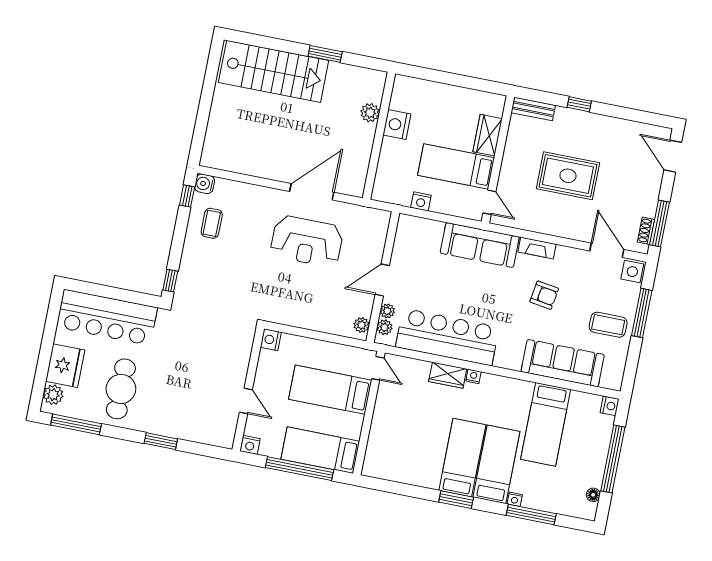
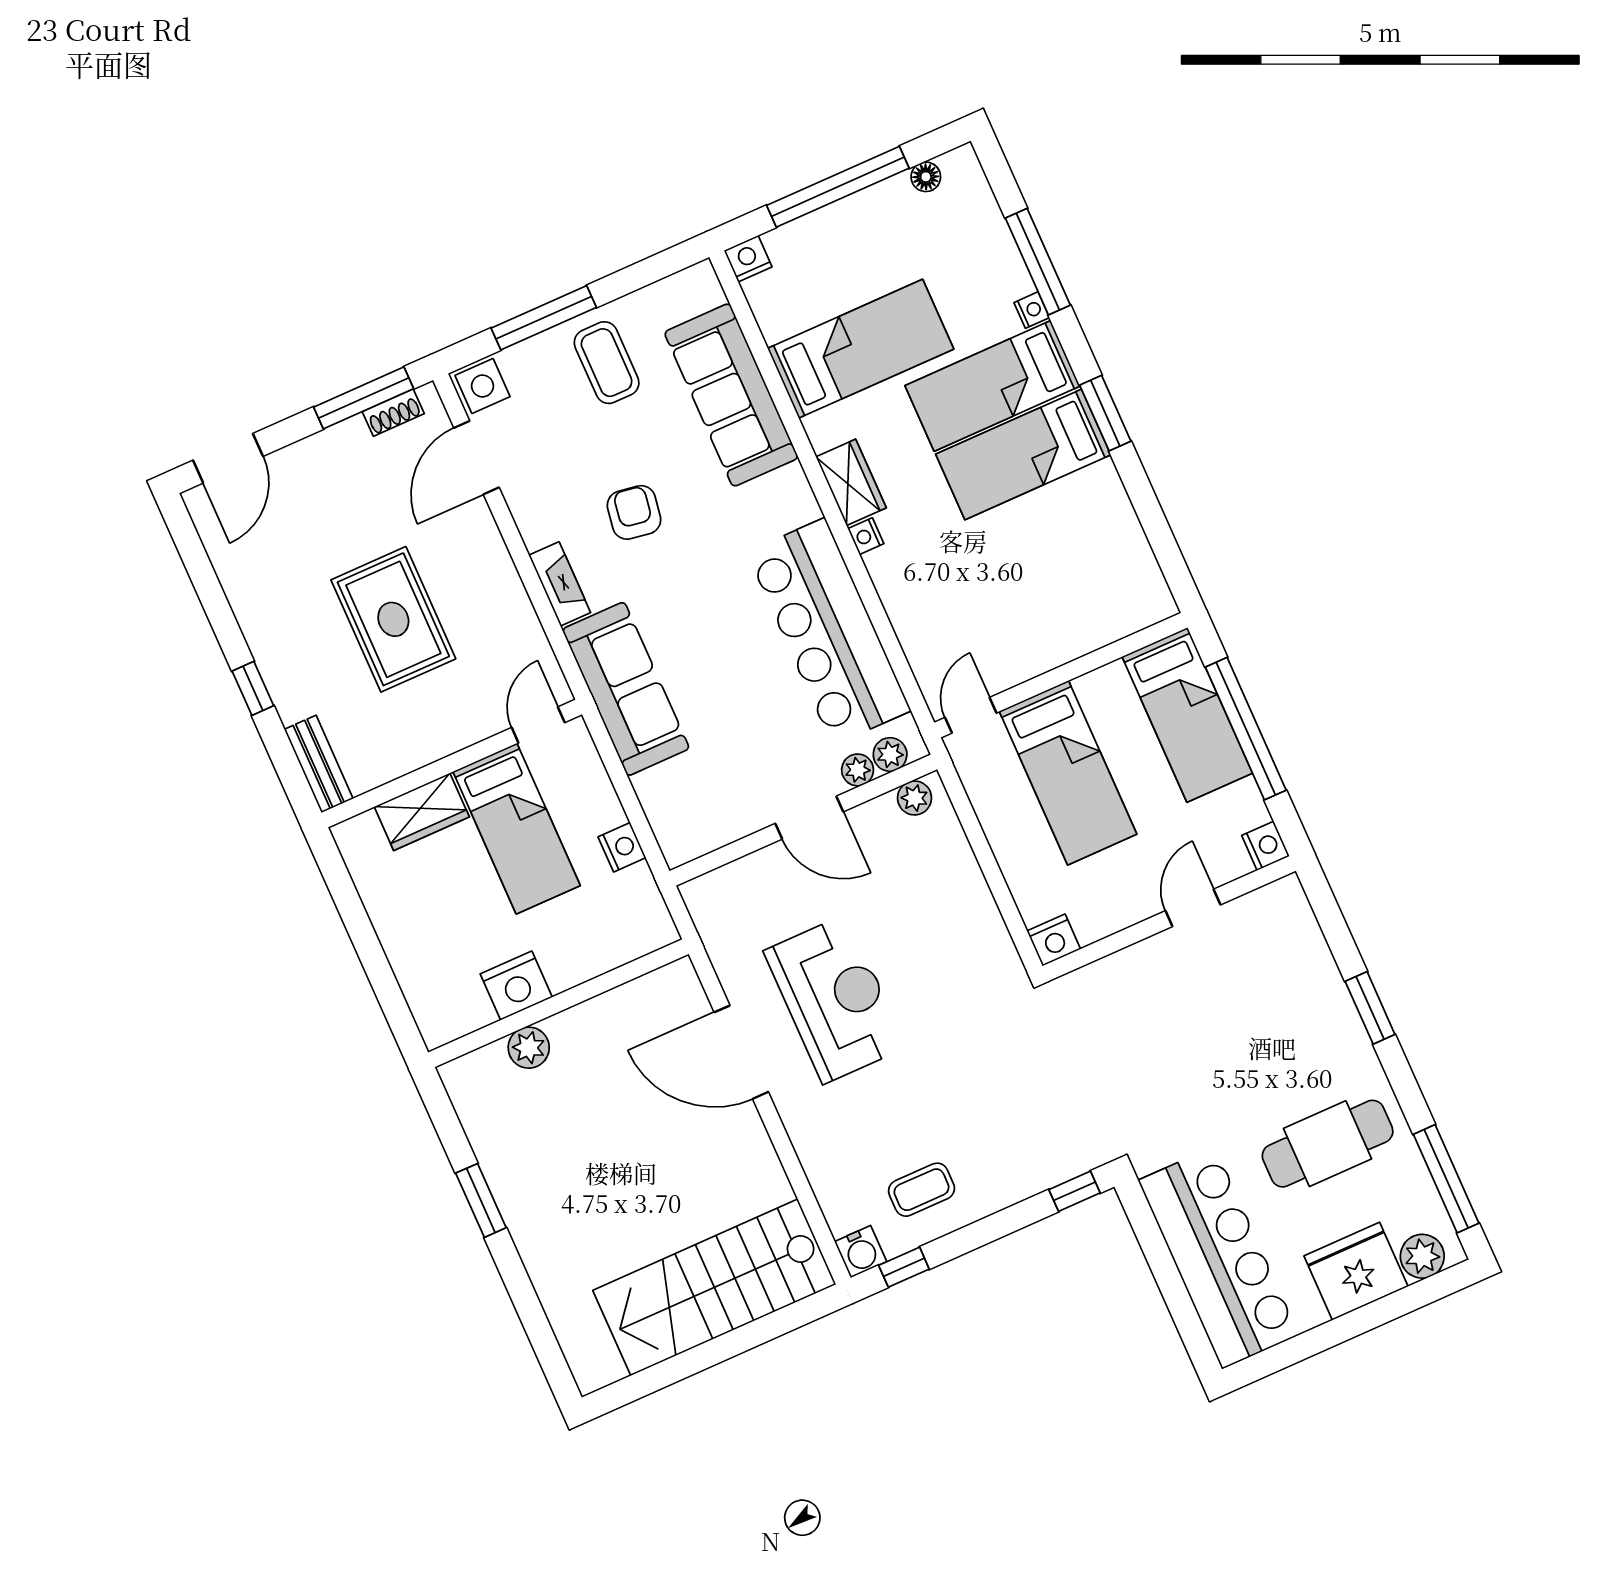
stairs: (274, 71) -> (714, 1287), moved, turned -90
wardrobe: (448, 375) -> (851, 482), moved

